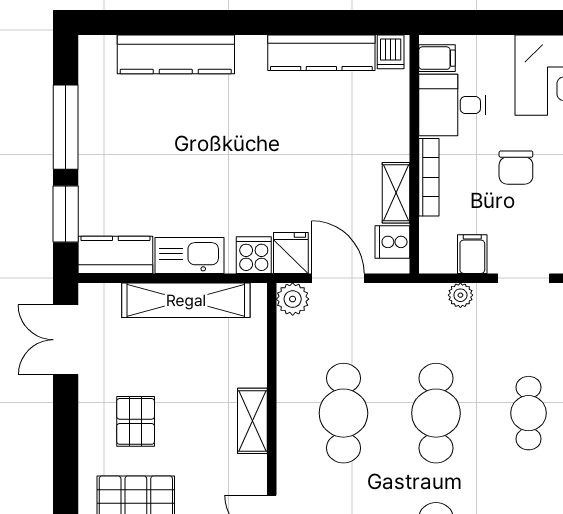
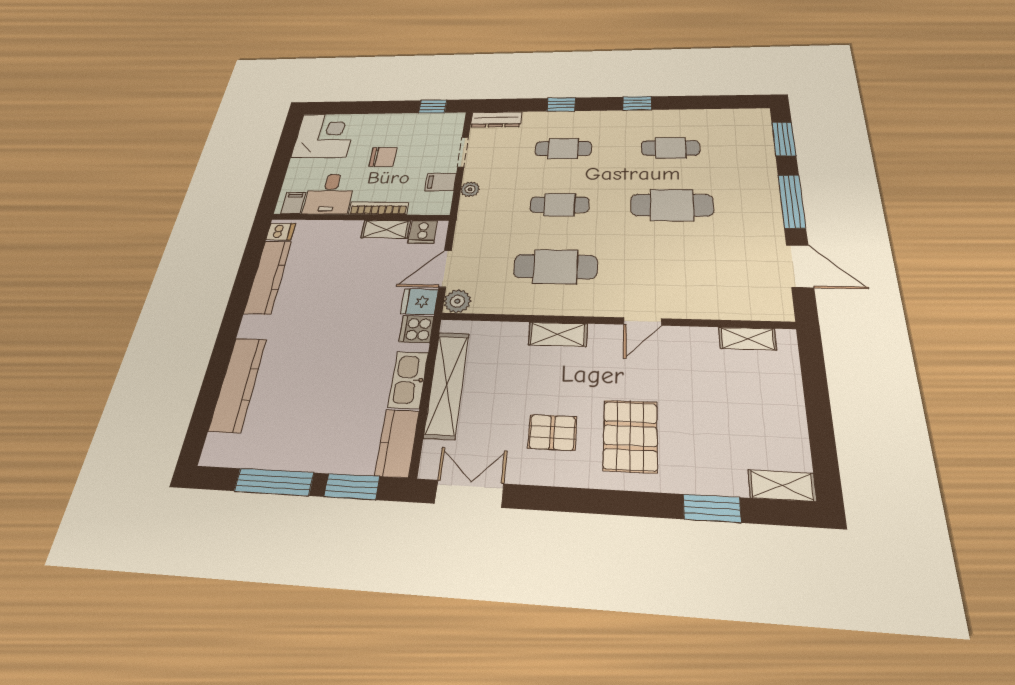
double door: (66, 340) -> (469, 494), swing flipped
cafe table: (436, 413) -> (560, 205), width x0.73, depth x0.74

